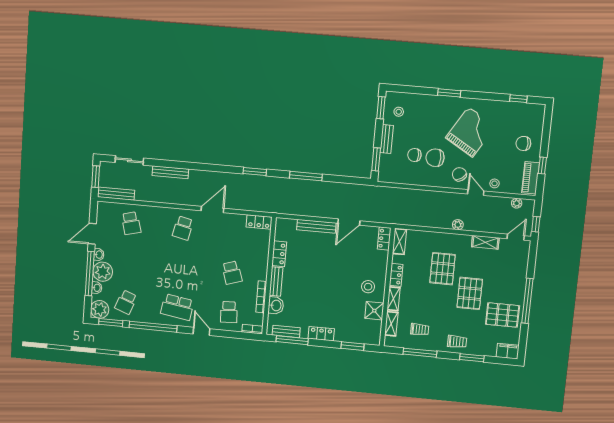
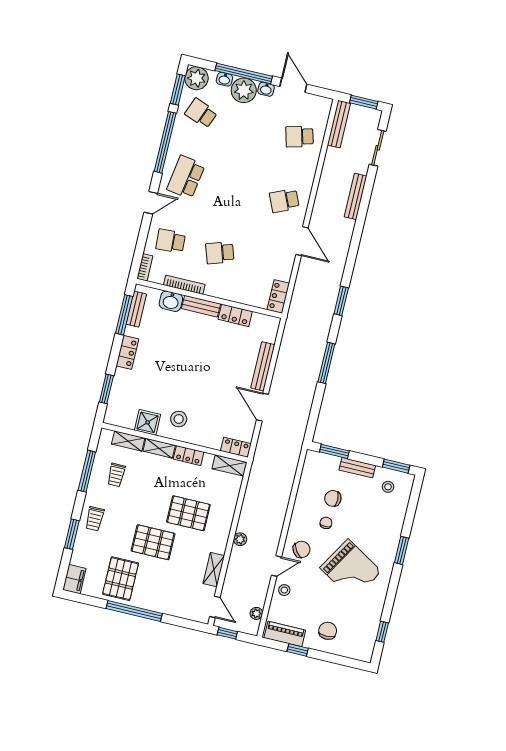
chair: (414, 155) -> (333, 498), turned -90
chair: (435, 158) -> (326, 523), width x0.54, depth x0.54
school desk: (183, 228) -> (284, 201), turned -36

